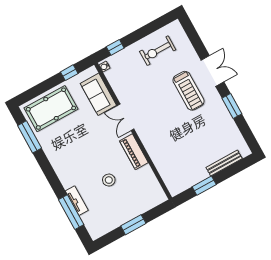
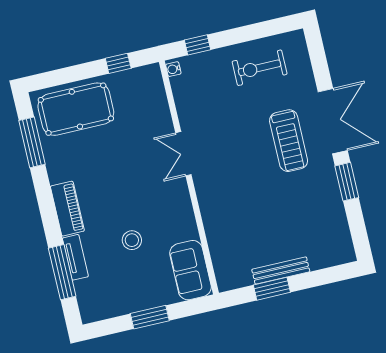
double door: (213, 71) -> (333, 121), width x1.37
sofa: (98, 94) -> (190, 270), moved
piano: (134, 152) -> (67, 209), moved, turned 180
bench: (224, 163) -> (281, 270), moved

